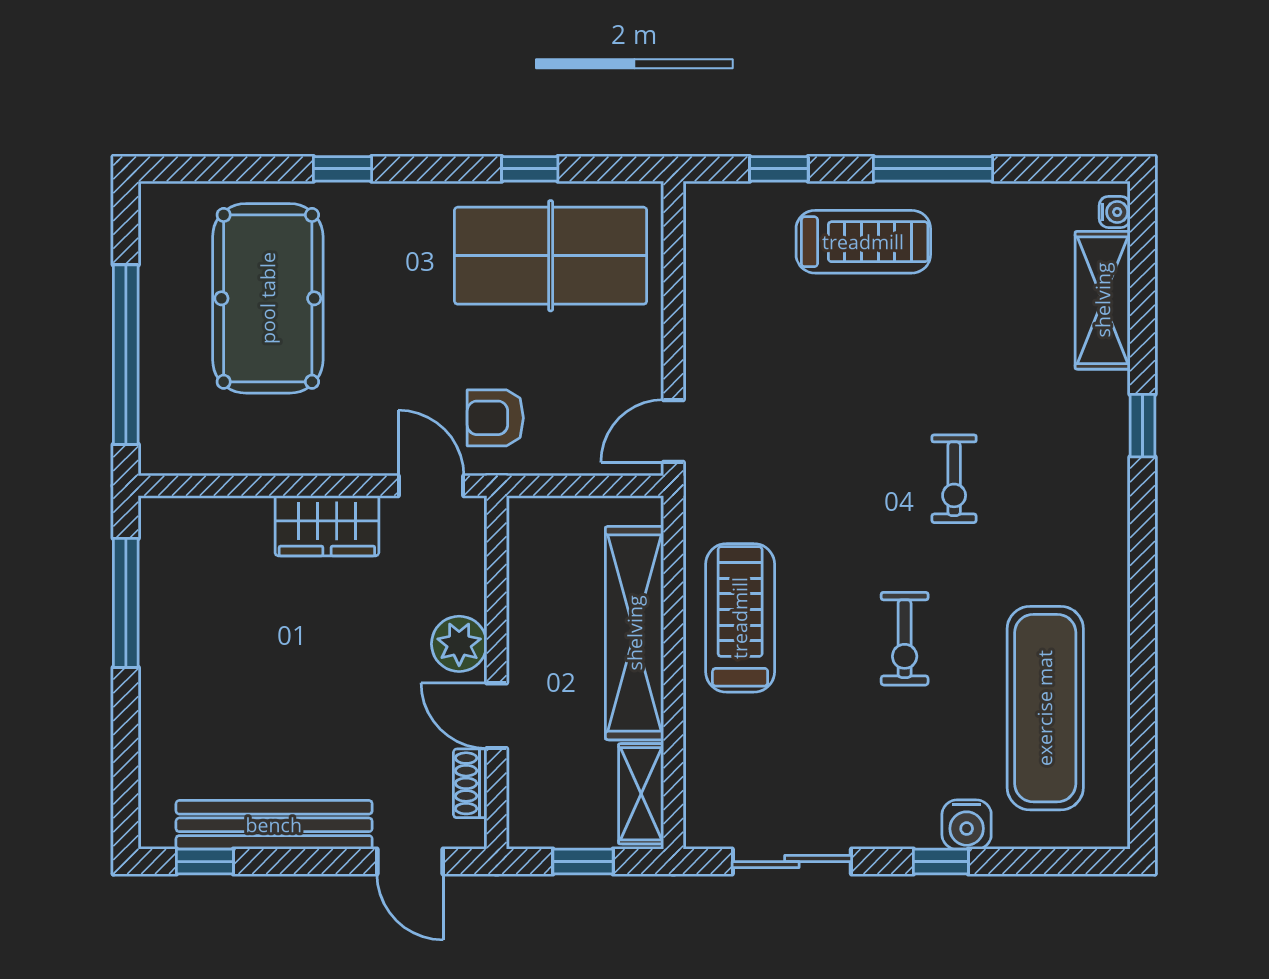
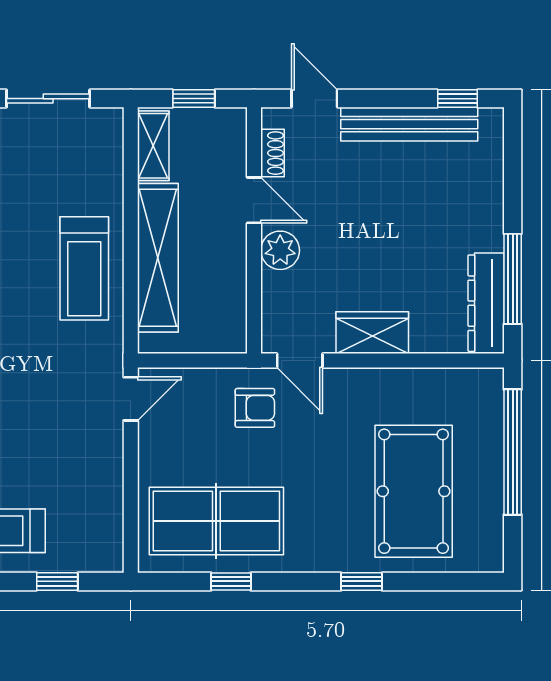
dresser: (164, 568) -> (486, 303), added

